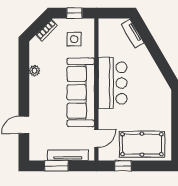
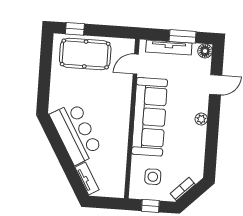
plant: (35, 71) -> (201, 119), moved
bar counter: (113, 83) -> (76, 133), moved, turned 150
floor lamp: (36, 154) -> (205, 51), added
window: (123, 166) -> (75, 29), moved

